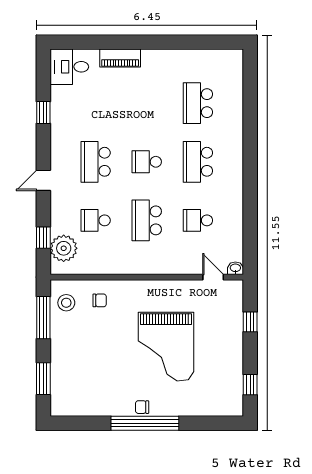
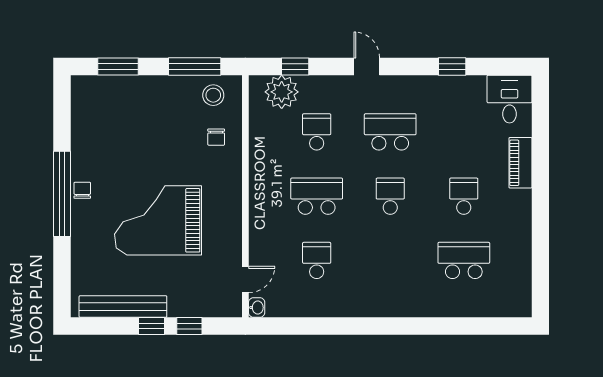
school desk: (198, 162) -> (464, 196), moved, width x0.54
bench: (235, 375) -> (123, 307), added
window: (250, 385) -> (152, 326), moved

